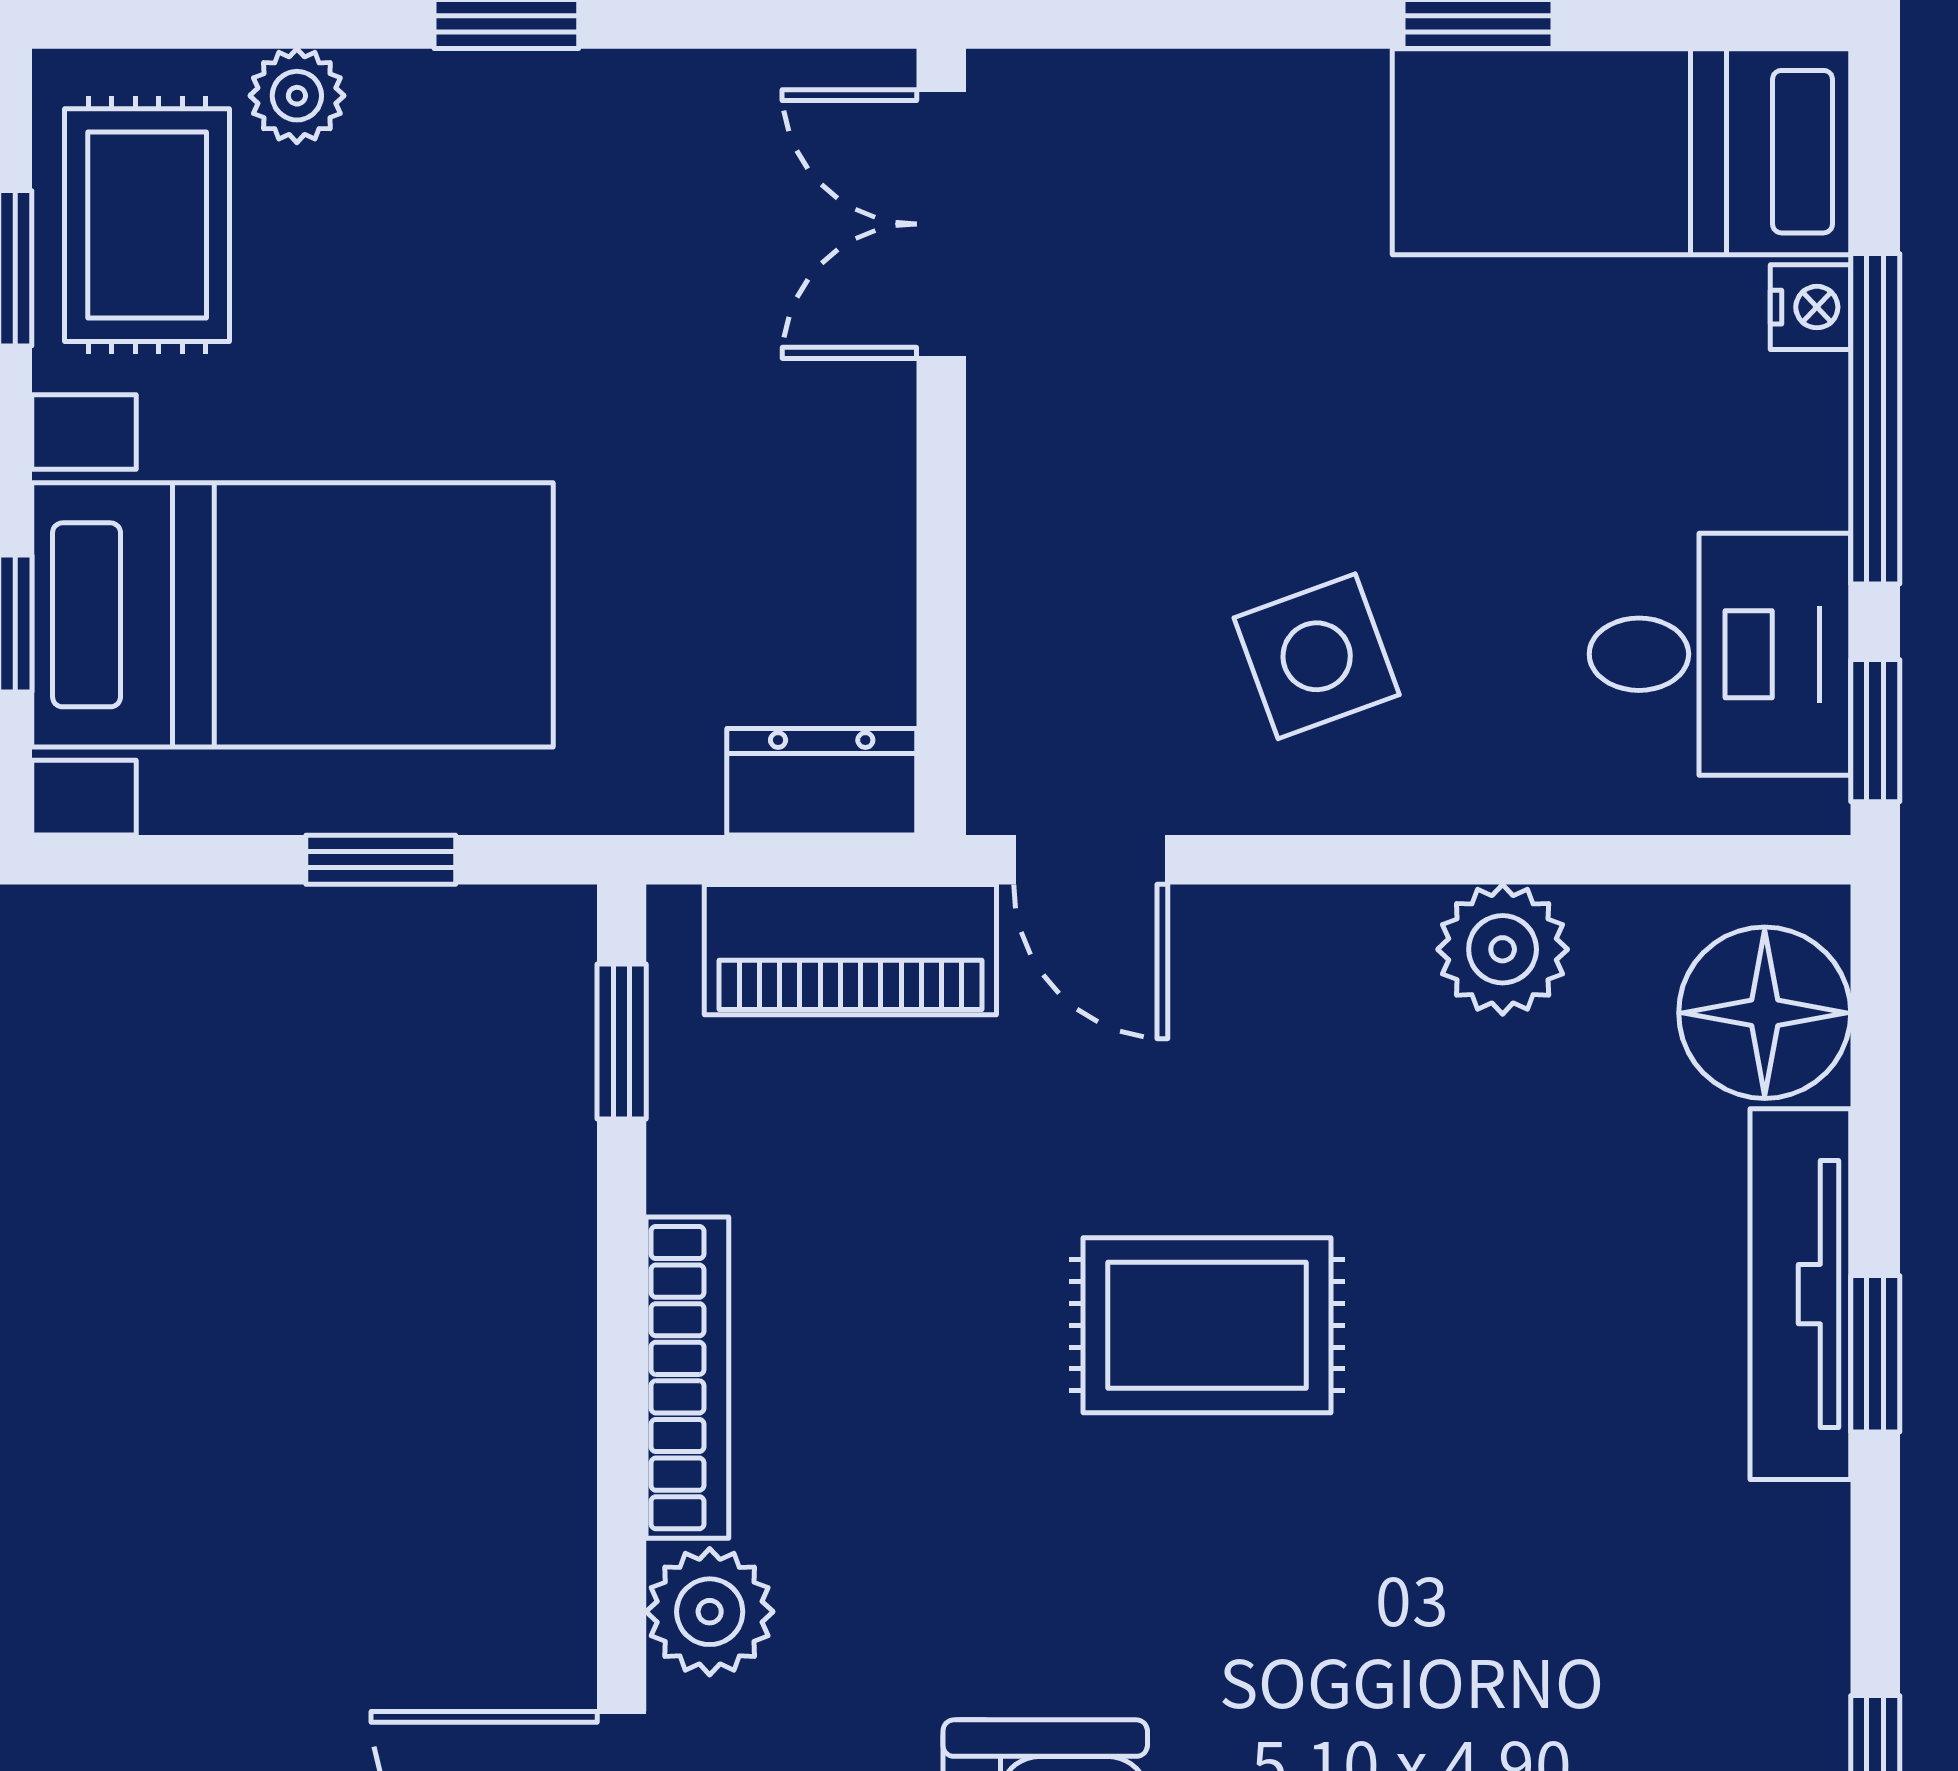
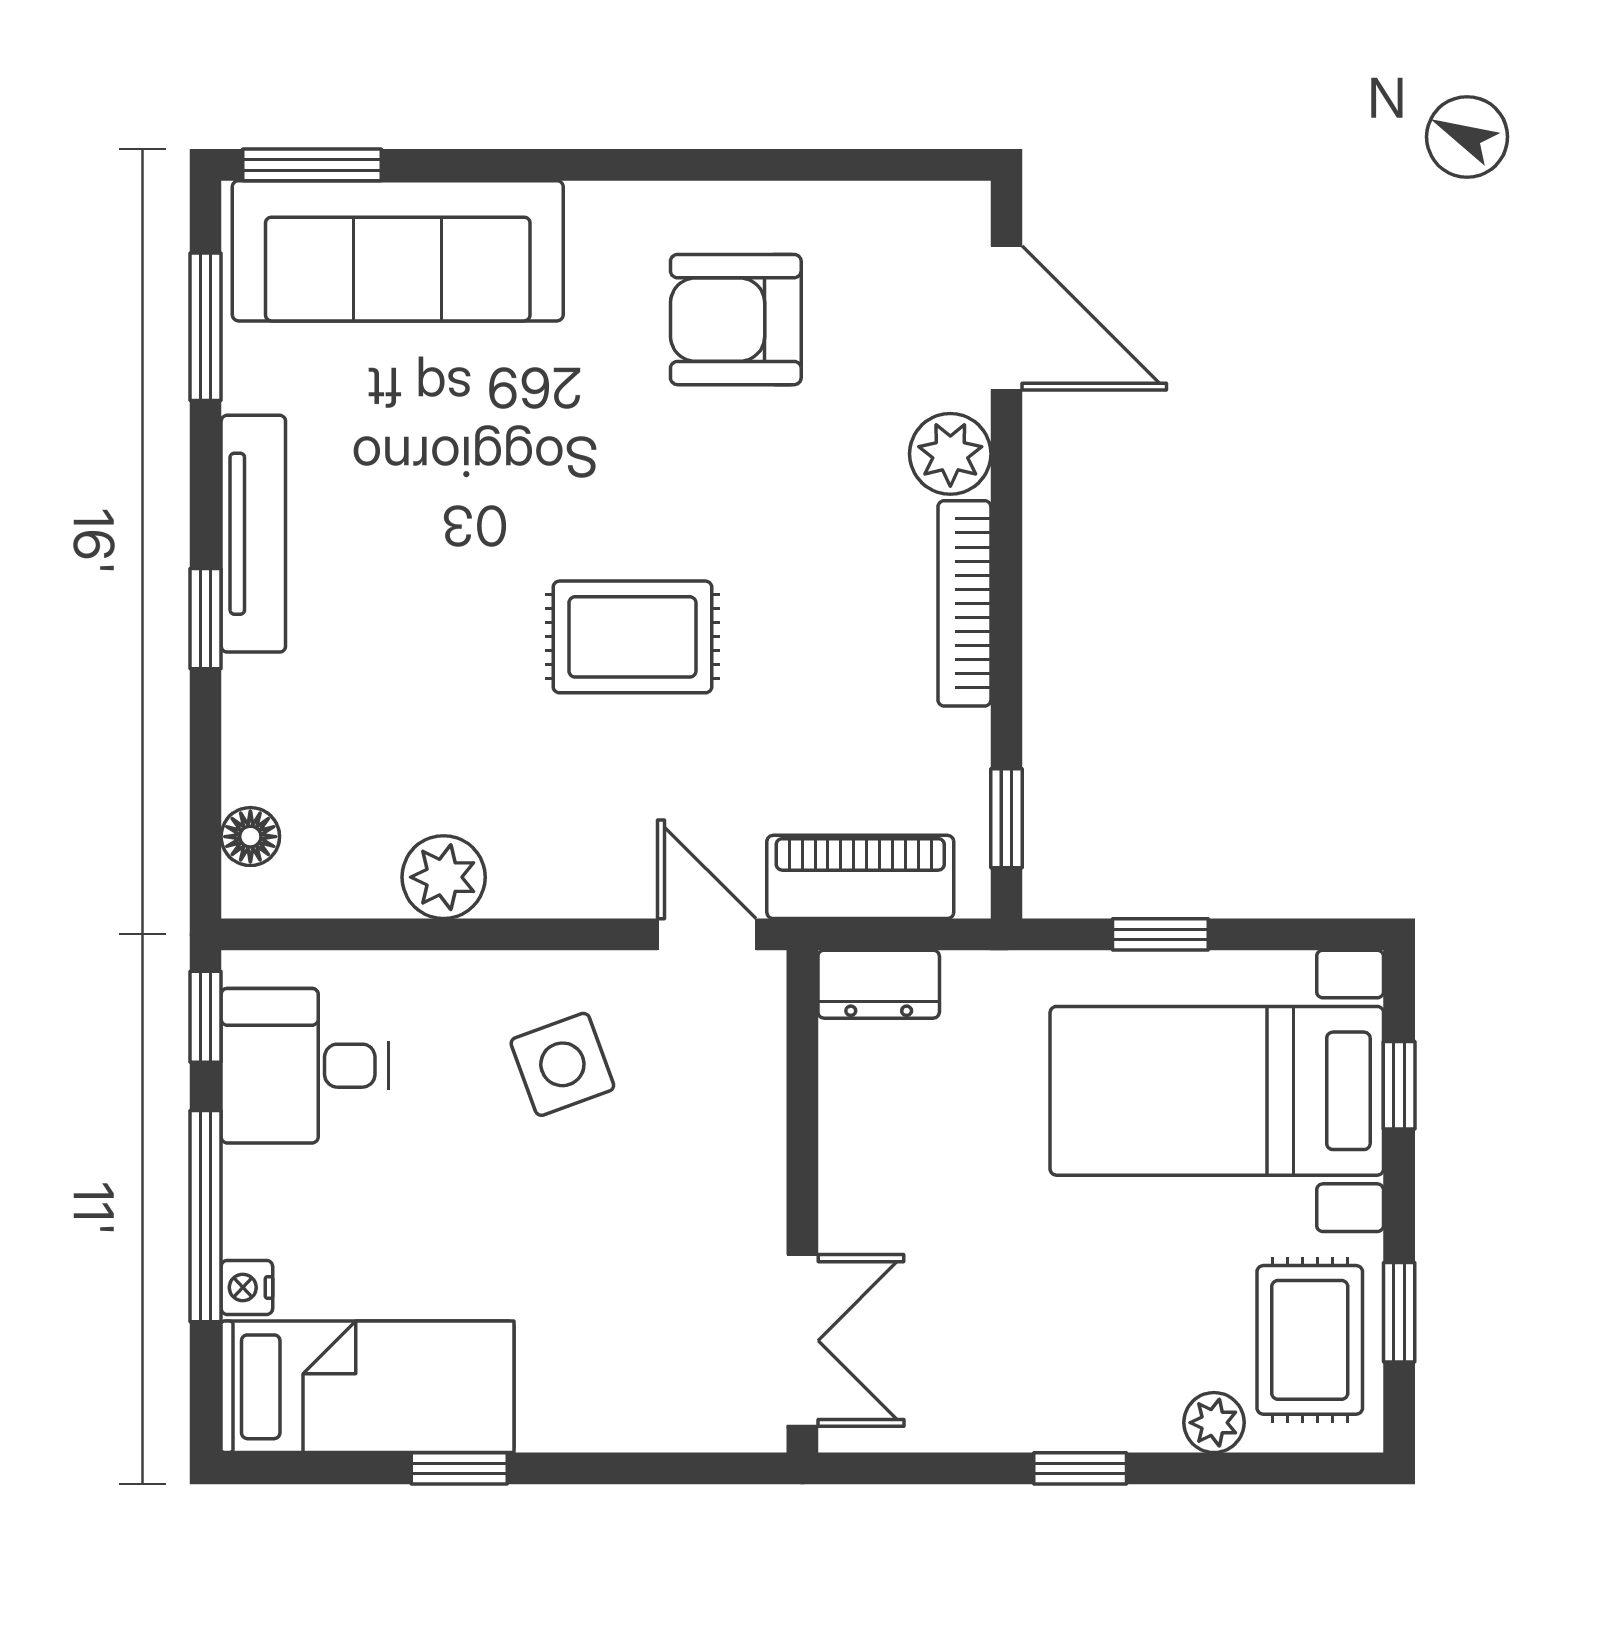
floor lamp: (1765, 1013) -> (250, 837), width x0.53, depth x0.53
tv unit: (1800, 1294) -> (253, 534), moved

